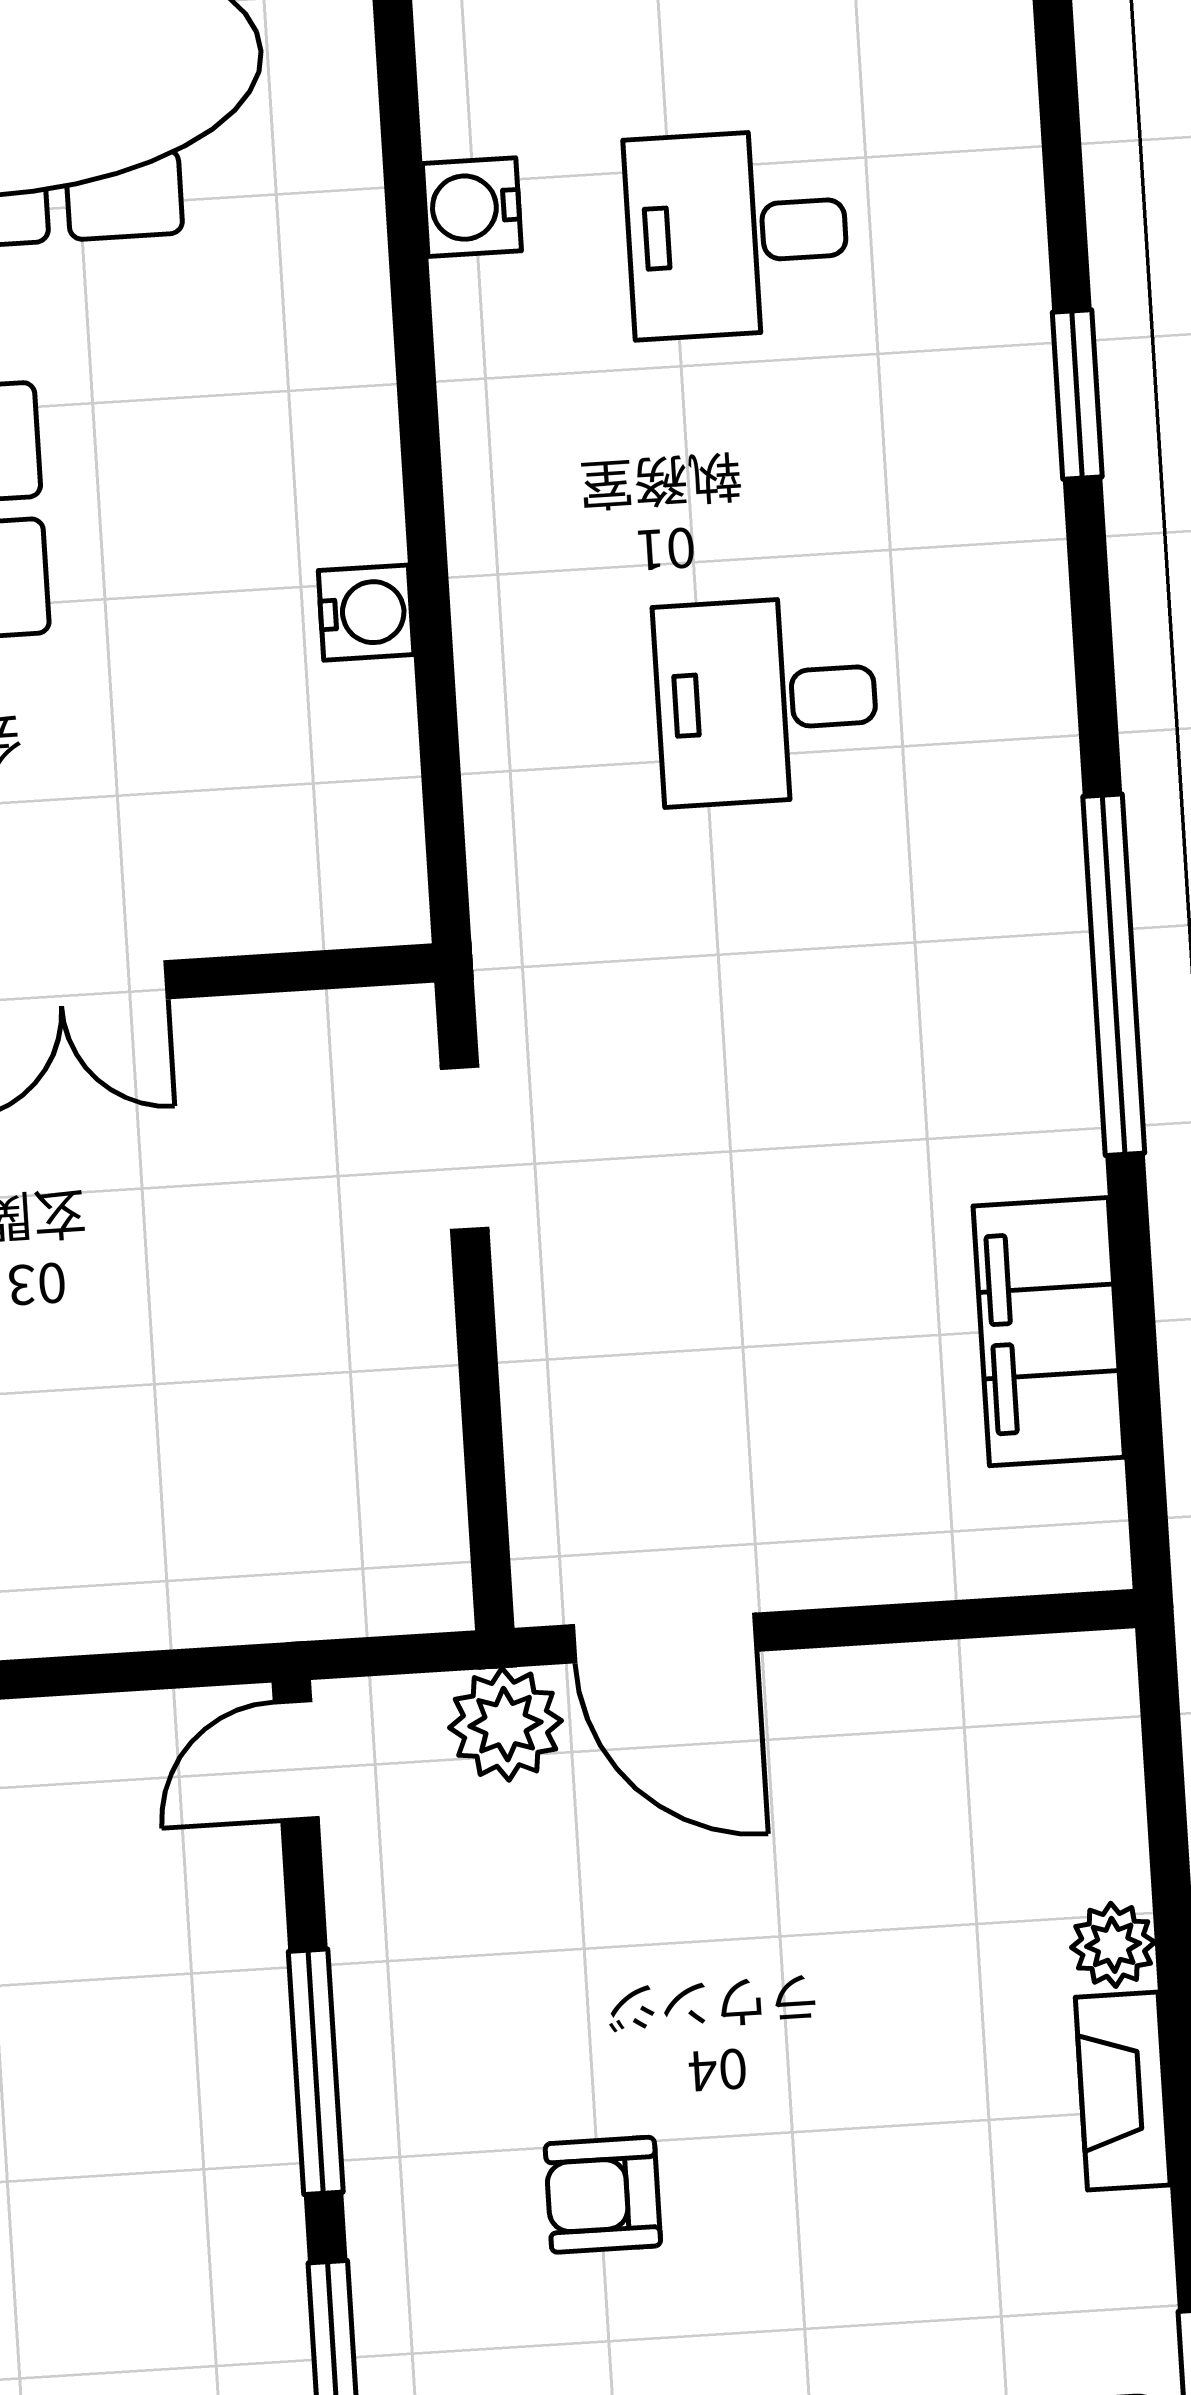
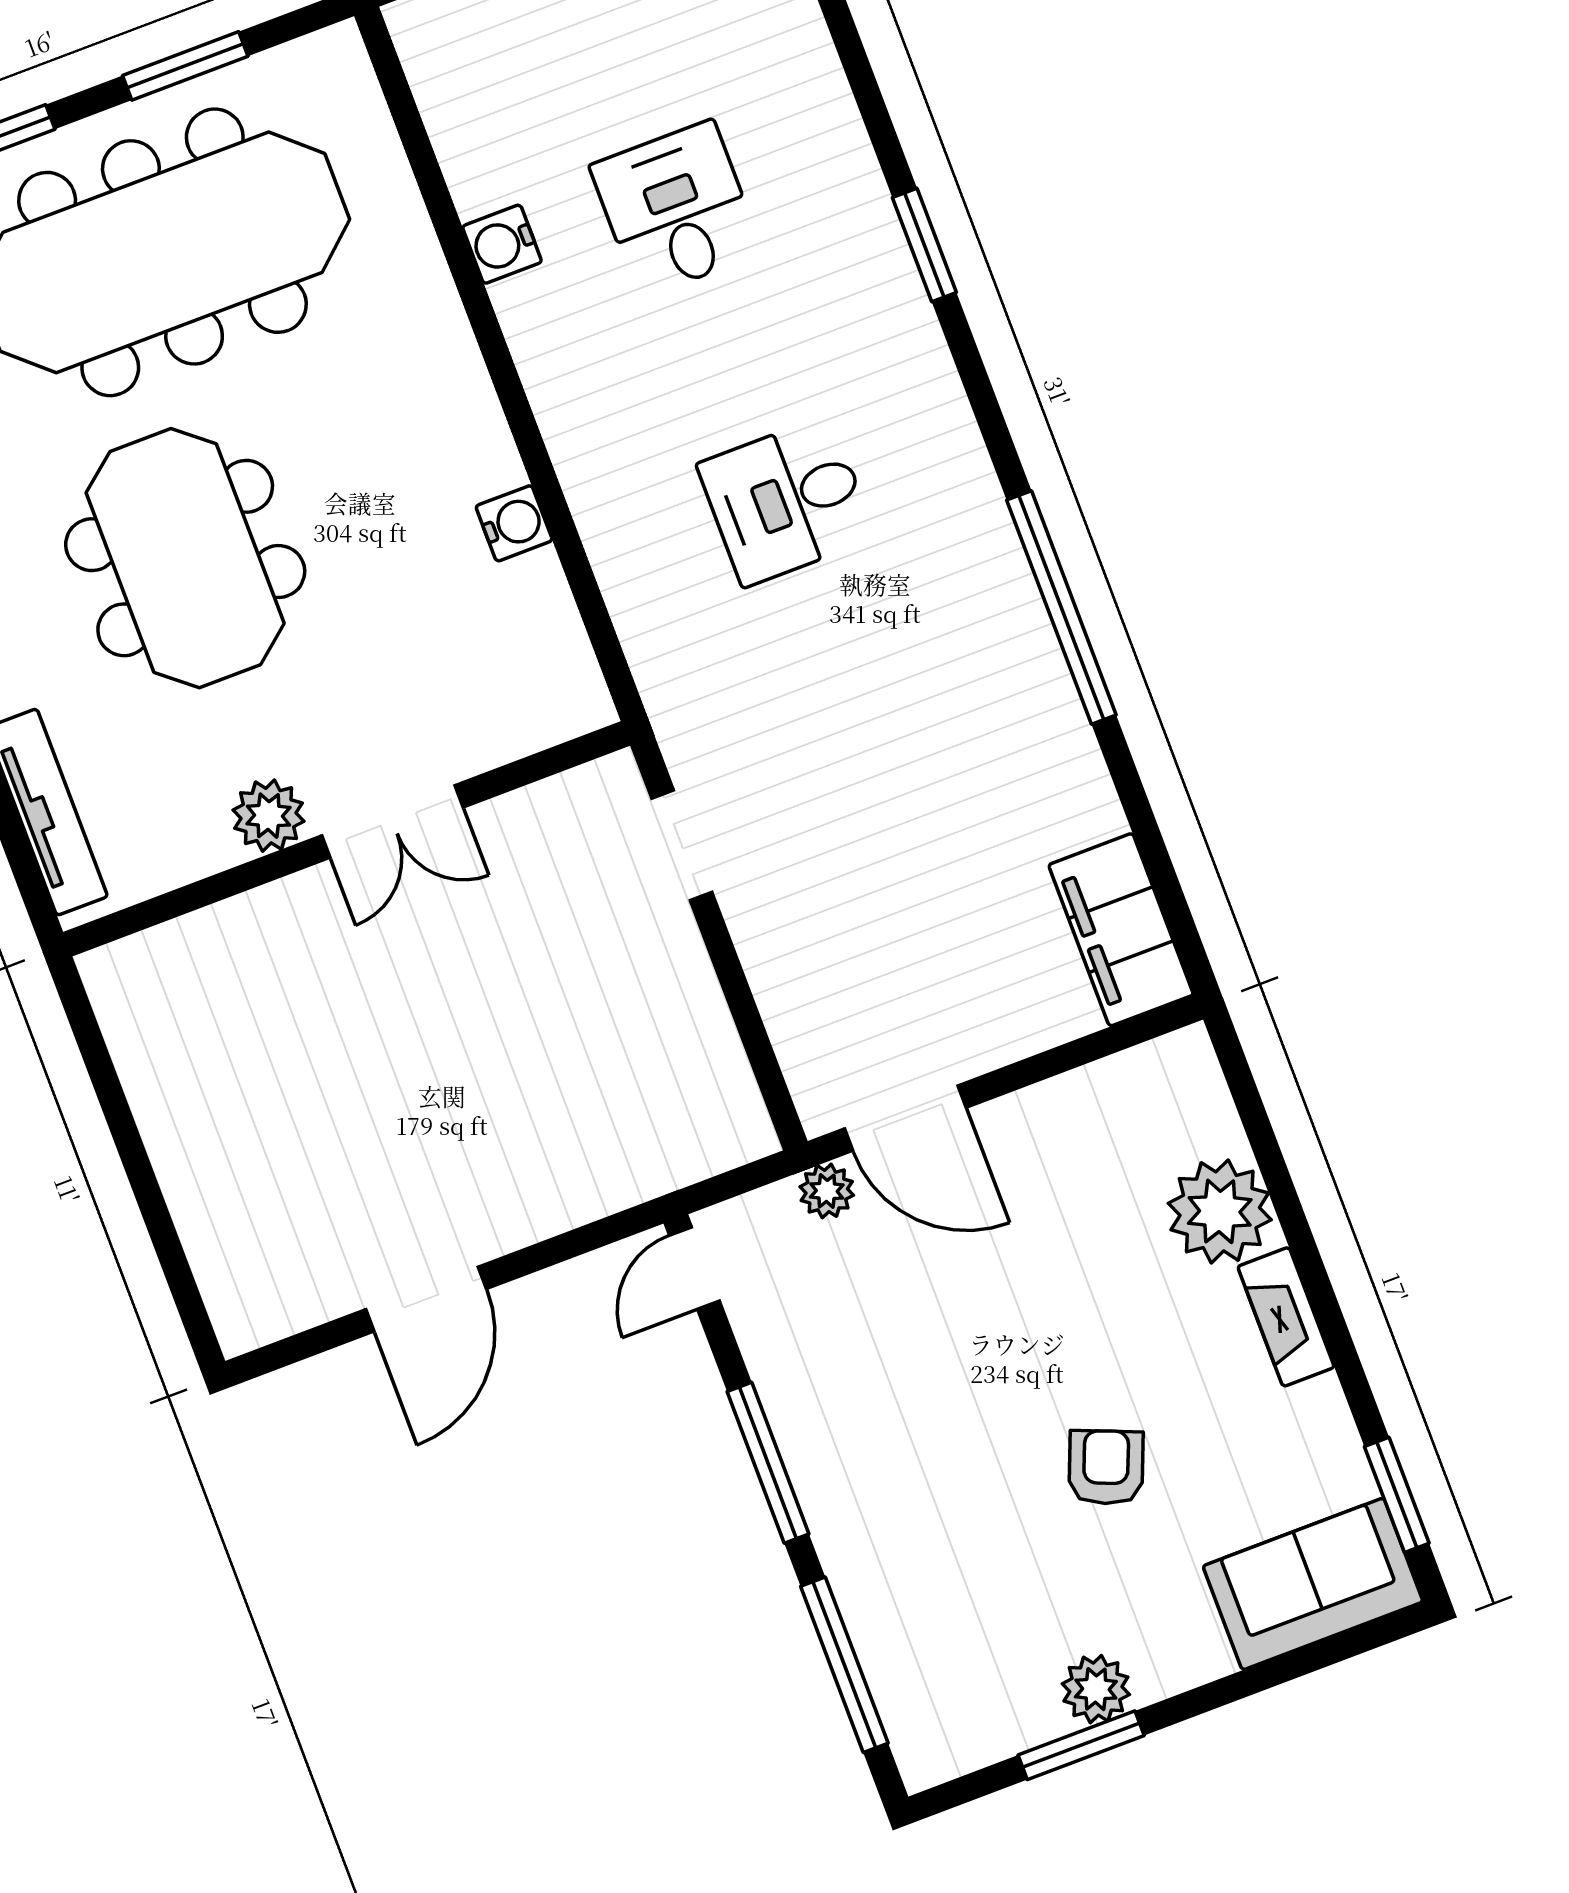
desk: (737, 234) -> (676, 209), turned 90
filing cabinet: (1049, 1332) -> (1121, 930), moved
plant: (506, 1724) -> (827, 1191), width x0.73, depth x0.73
plant: (1113, 1945) -> (1220, 1211), width x1.87, depth x1.87
armchair: (603, 2195) -> (1106, 1467), moved, turned 112

